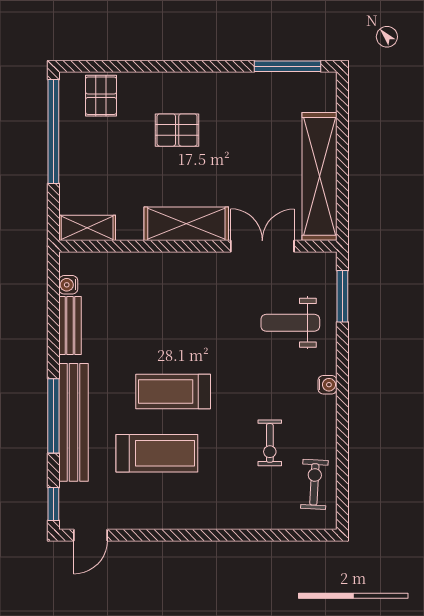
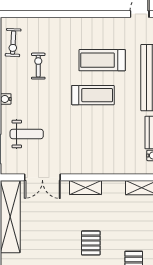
pallet: (177, 130) -> (91, 243), turned 90
shelving: (186, 224) -> (85, 188), width x0.67, depth x0.75

